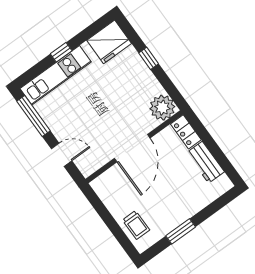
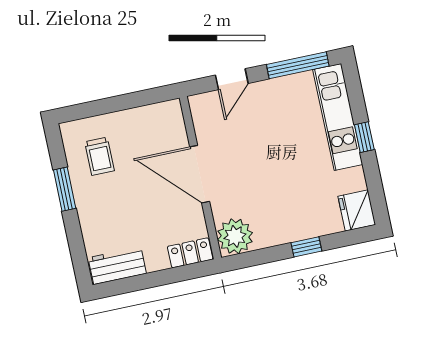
fridge: (109, 42) -> (357, 210), width x0.73, depth x0.75
workbench: (205, 162) -> (117, 266), moved
trolley: (136, 225) -> (100, 156), moved, turned -90

